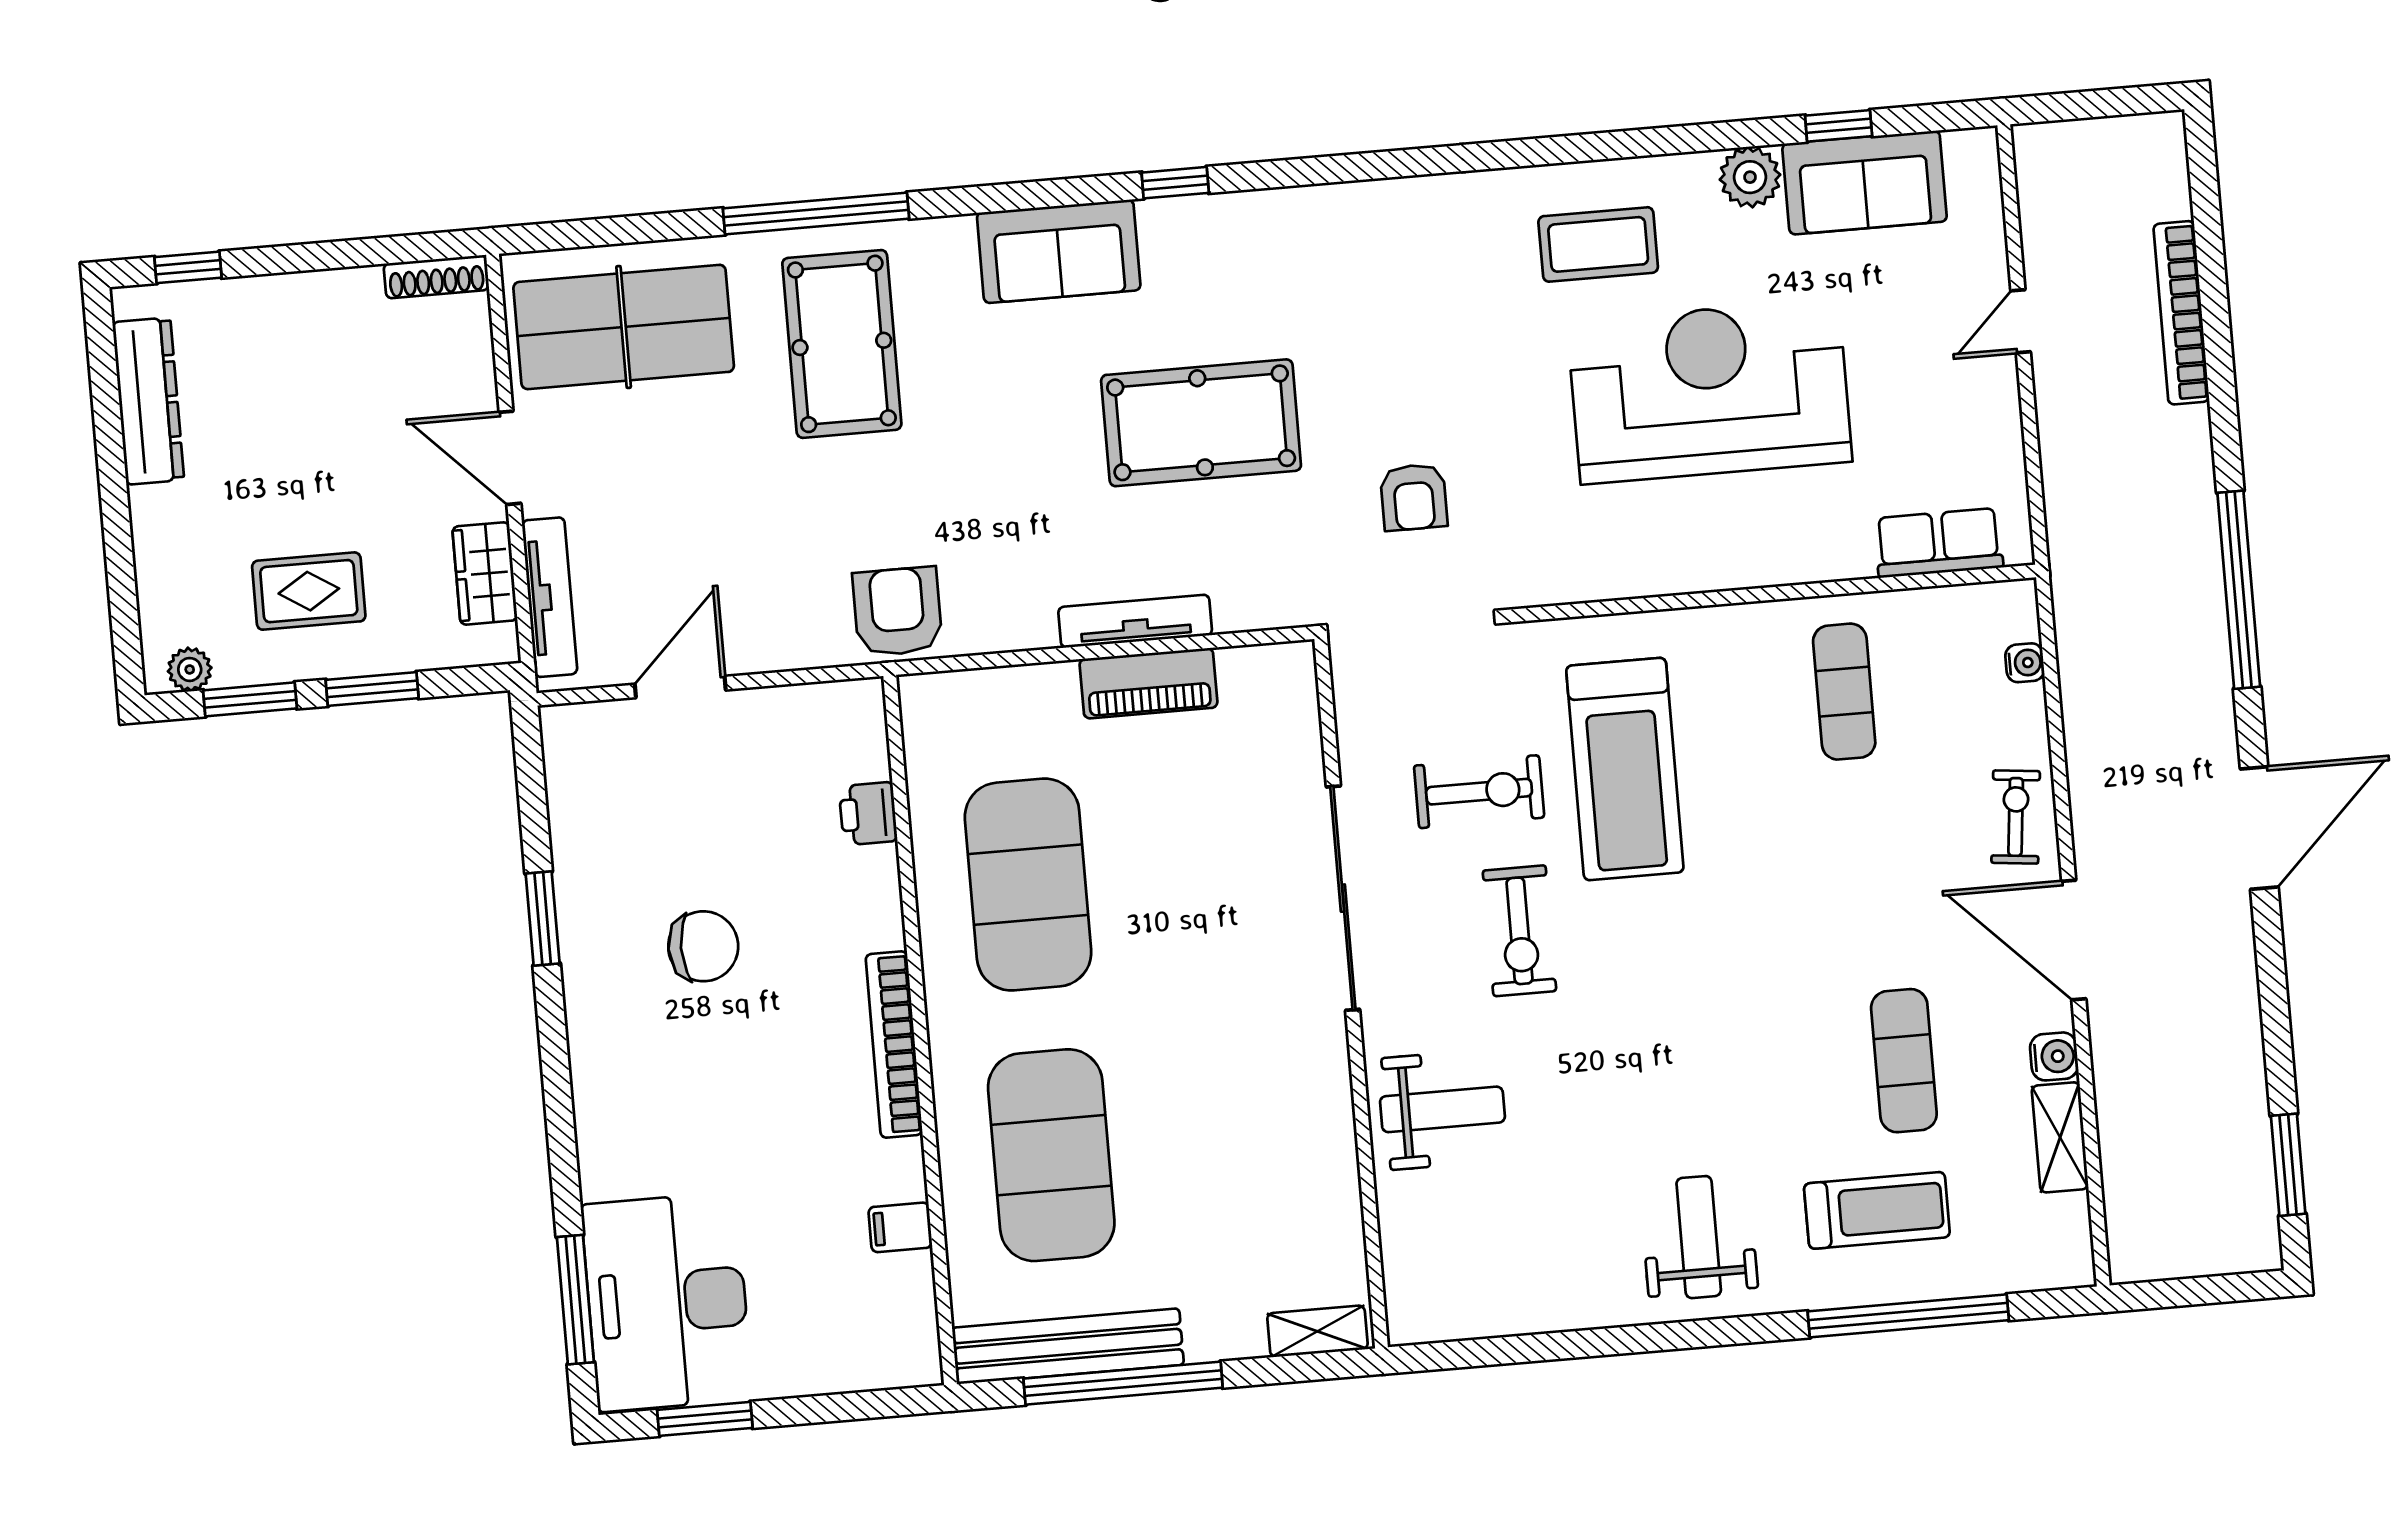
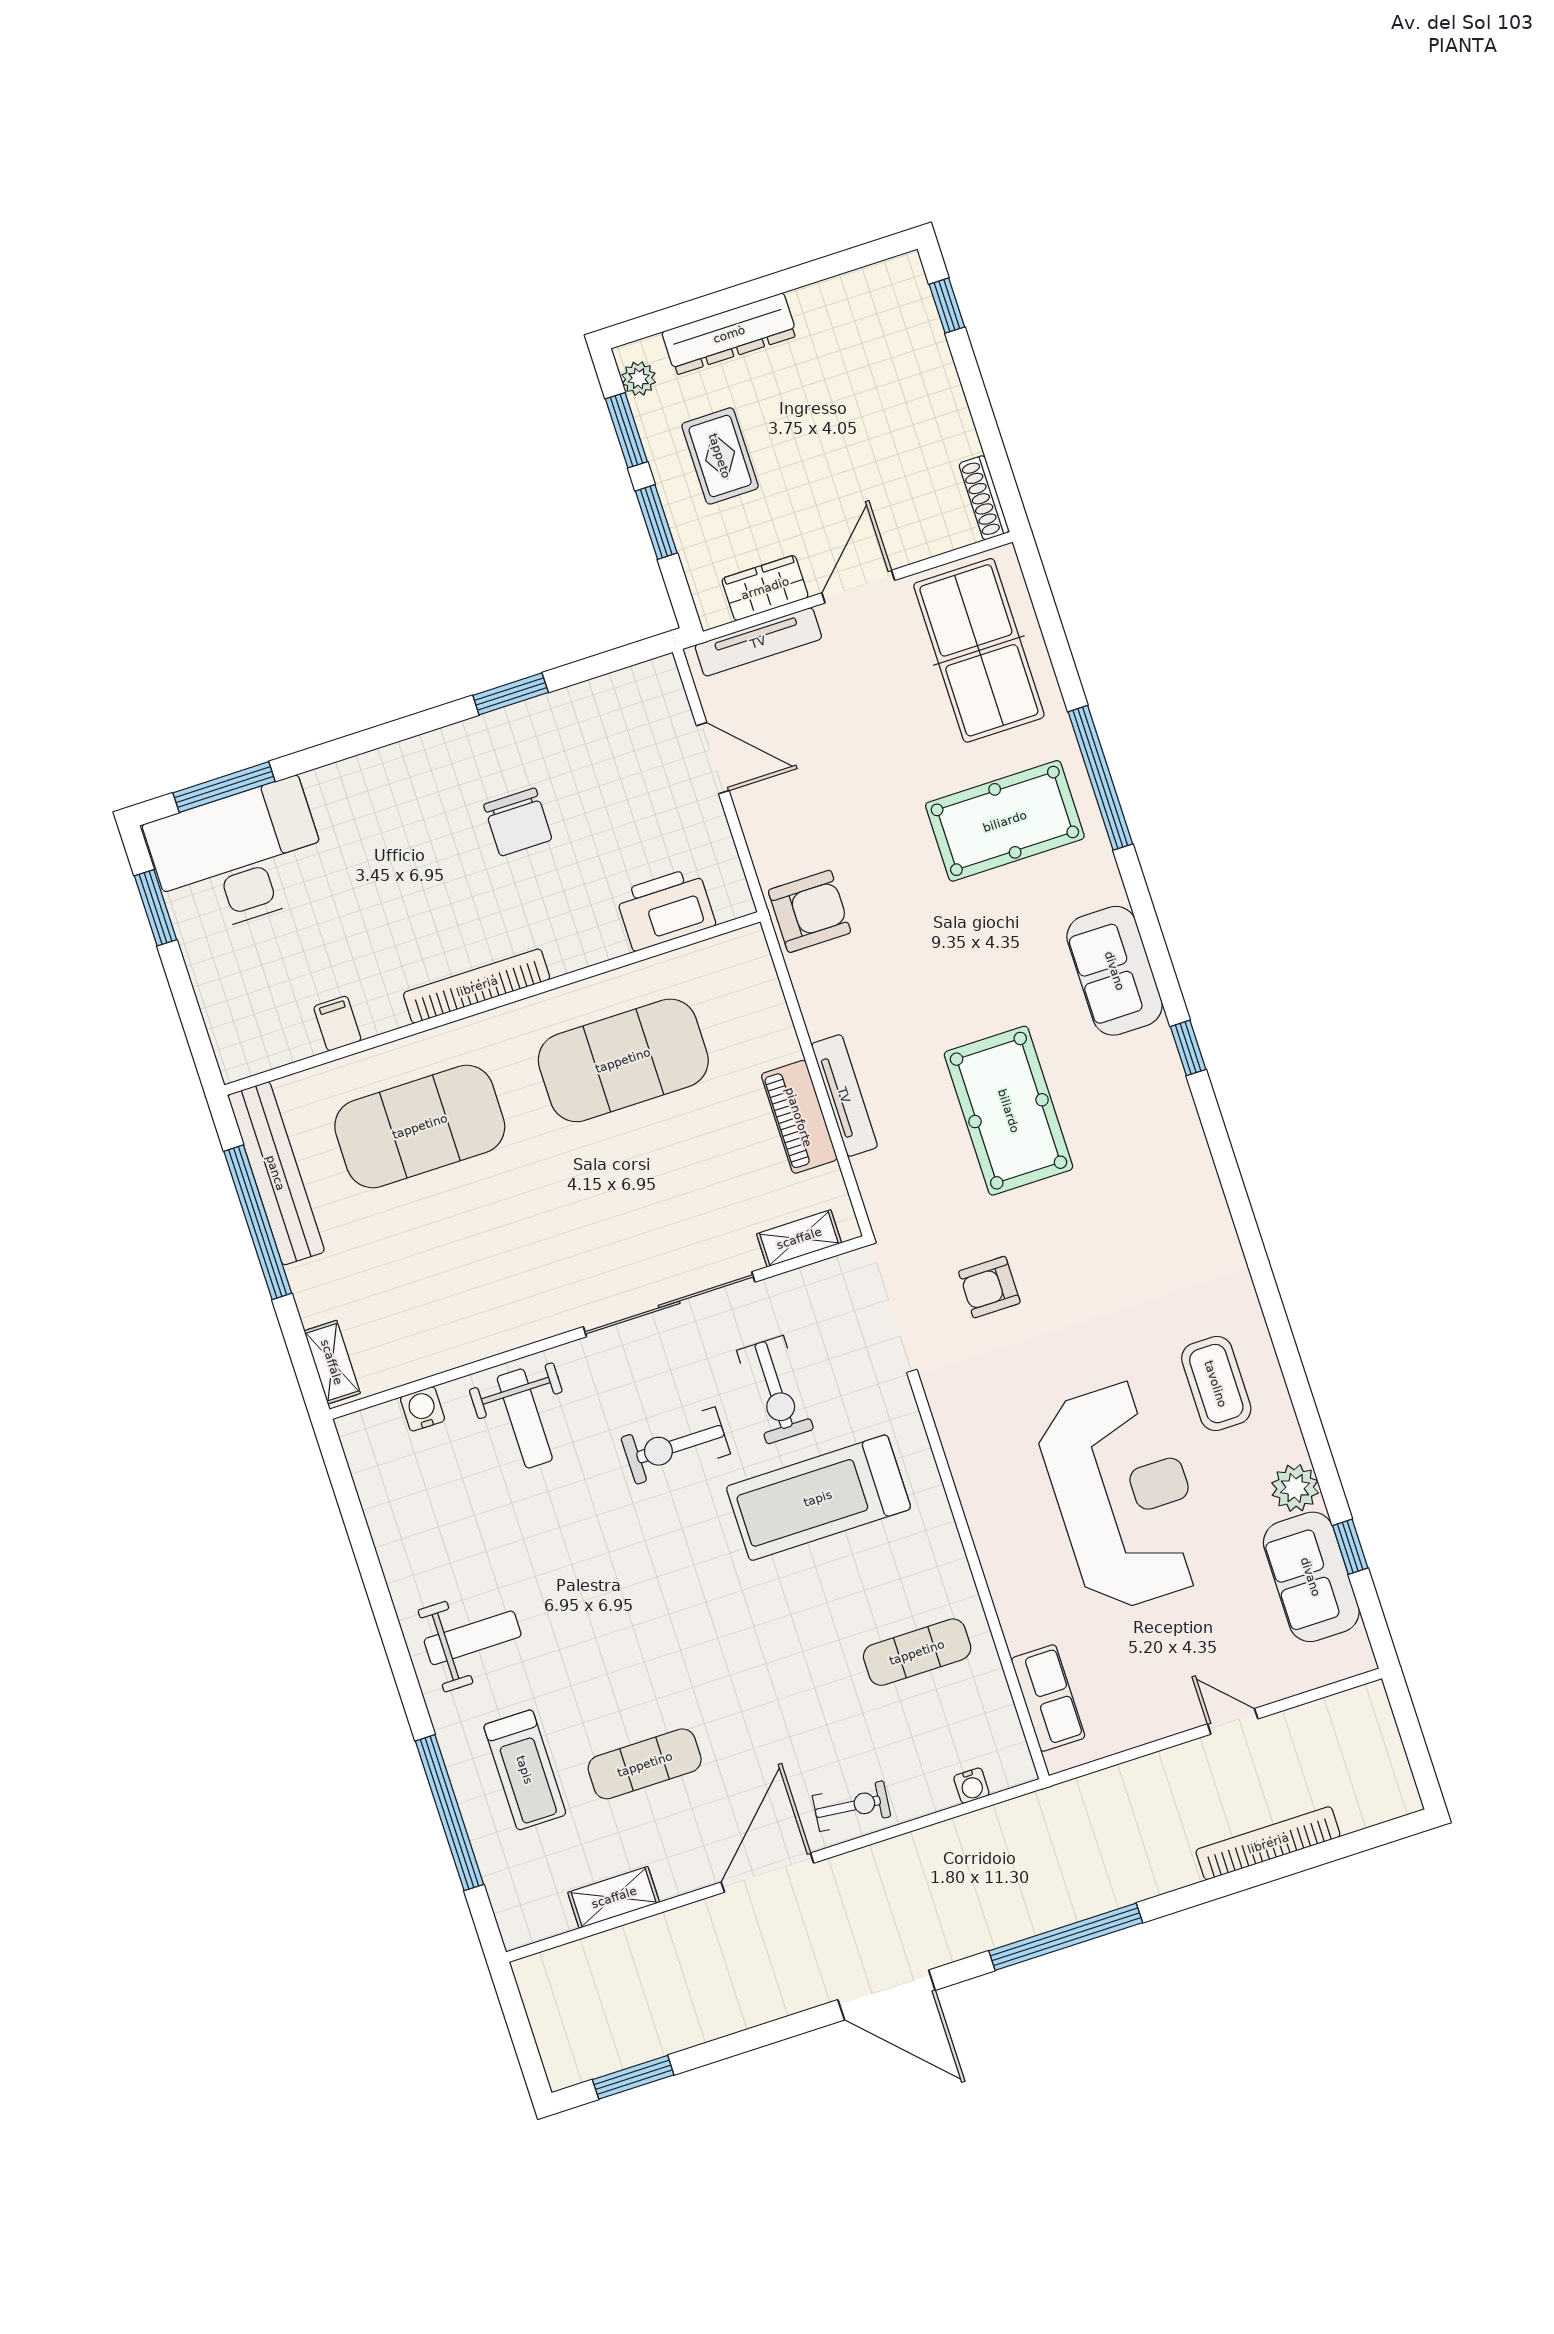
dresser: (148, 401) -> (729, 334), moved
shelving: (1299, 719) -> (799, 1238), added
printer: (868, 814) -> (665, 909), width x1.87, depth x1.48
water cooler: (2054, 1056) -> (423, 1409), moved, turned 180

